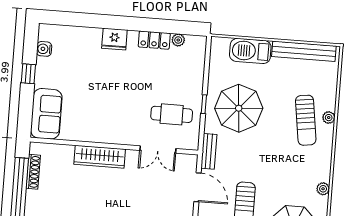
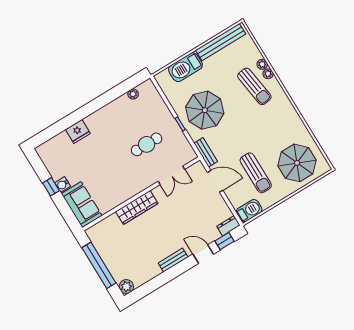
fridge: (114, 39) -> (78, 132), moved
locker: (154, 40) -> (117, 105), removed
water cooler: (44, 49) -> (63, 184), moved
cafe table: (172, 114) -> (147, 144), moved
shoe rack: (33, 172) -> (100, 249), removed
plant: (323, 189) -> (262, 64), moved

